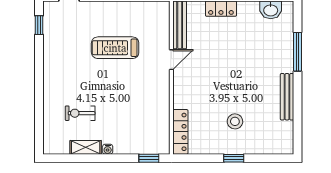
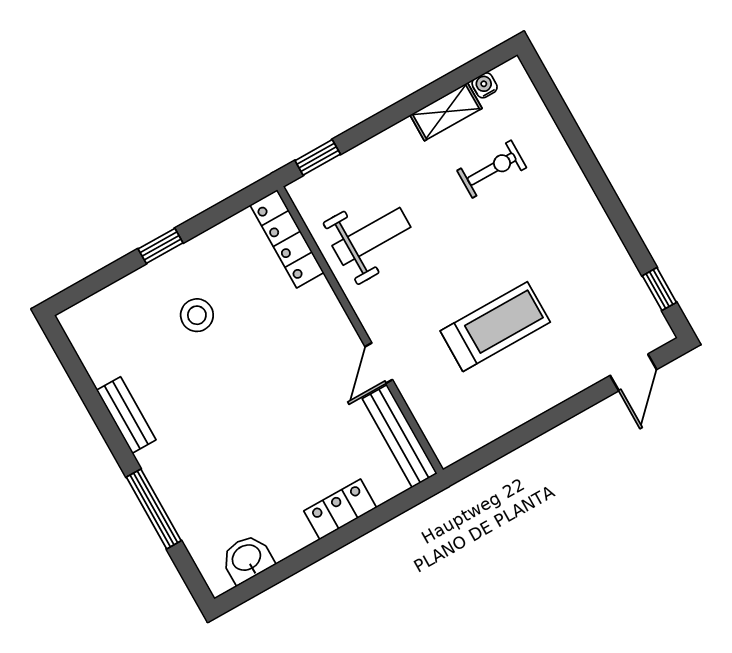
bench: (287, 97) -> (126, 415), width x0.73
weight bench: (145, 113) -> (371, 236), added
water cooler: (108, 149) -> (485, 85), moved

